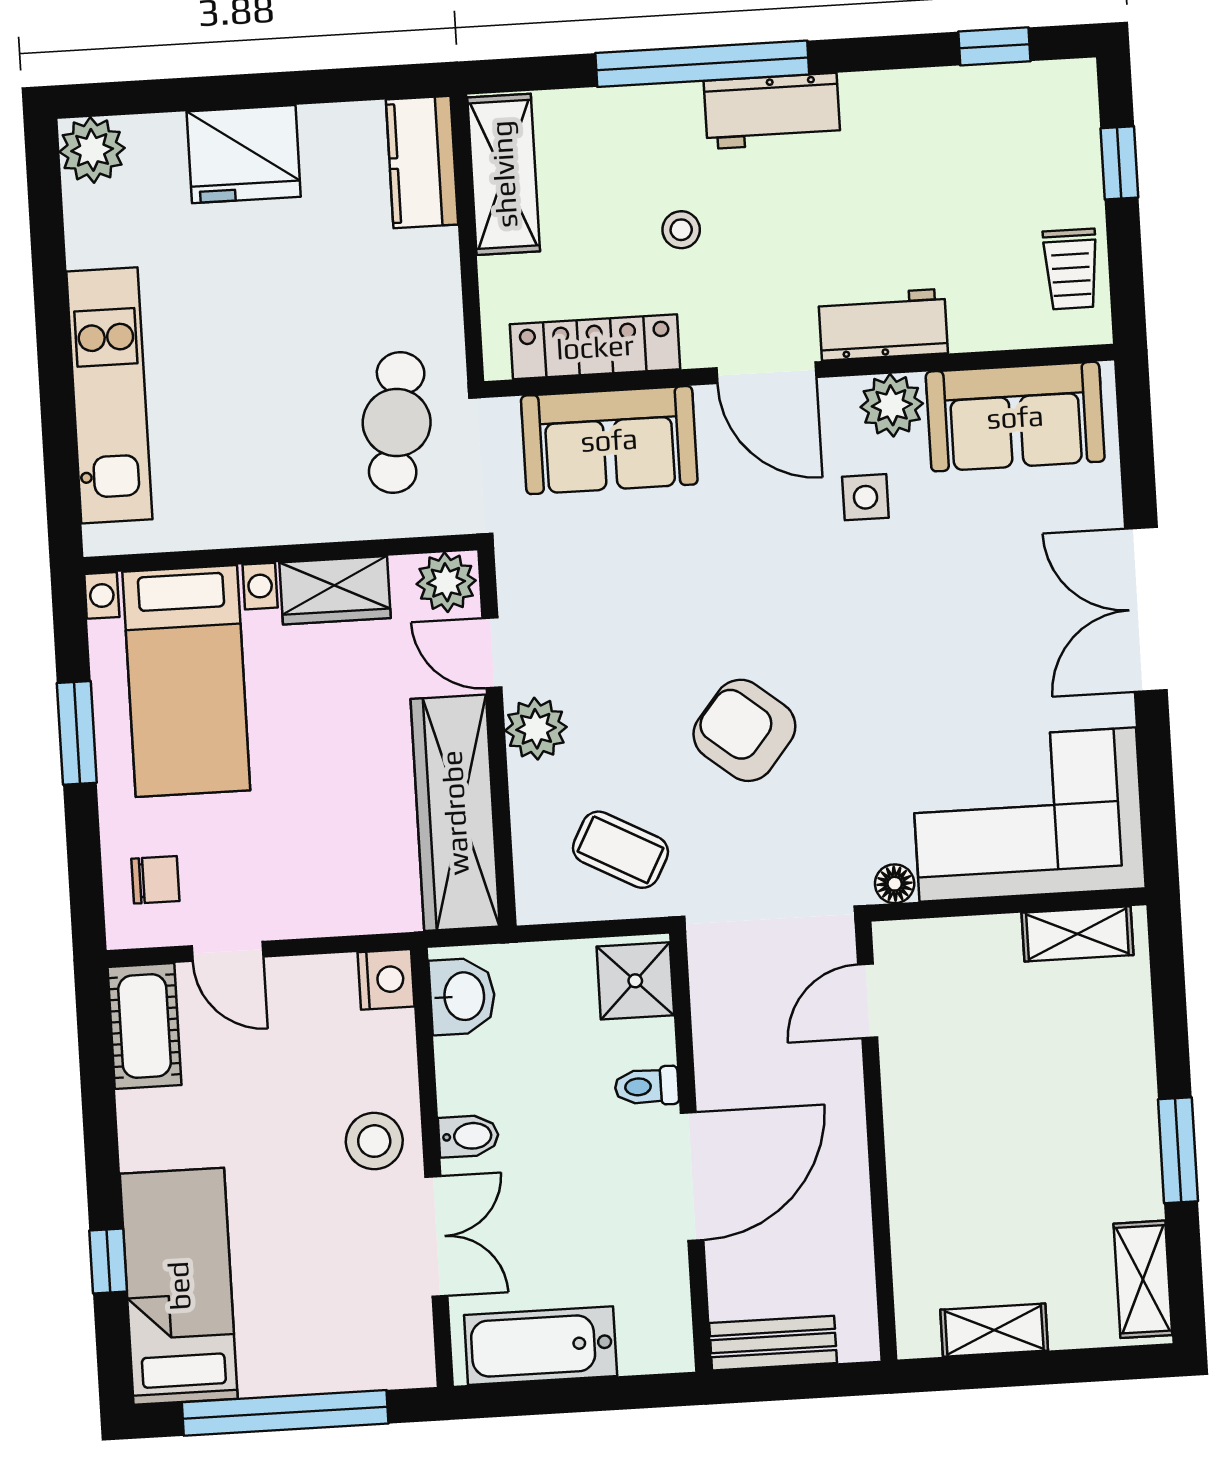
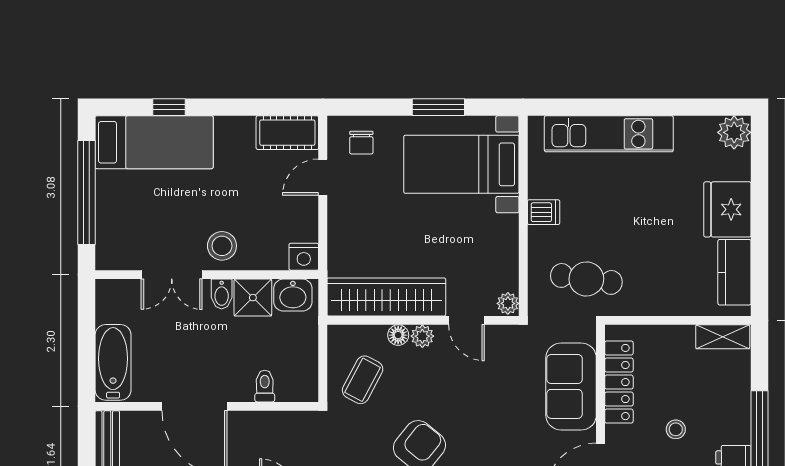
kitchen counter: (422, 162) -> (734, 272), moved, turned -90
shelving: (504, 174) -> (723, 337), width x0.67, depth x0.75
dishwasher: (271, 514) -> (544, 212), added
plant: (446, 582) -> (508, 303), width x0.73, depth x0.73
wardrobe: (335, 590) -> (503, 243), removed
door: (492, 653) -> (466, 320), swing flipped
plant: (536, 729) -> (422, 336), width x0.73, depth x0.73
floor lamp: (529, 785) -> (398, 335), added
shower: (635, 981) -> (253, 298), moved
toilet: (647, 1086) -> (265, 386), moved
bathtub: (541, 1346) -> (113, 362), moved

